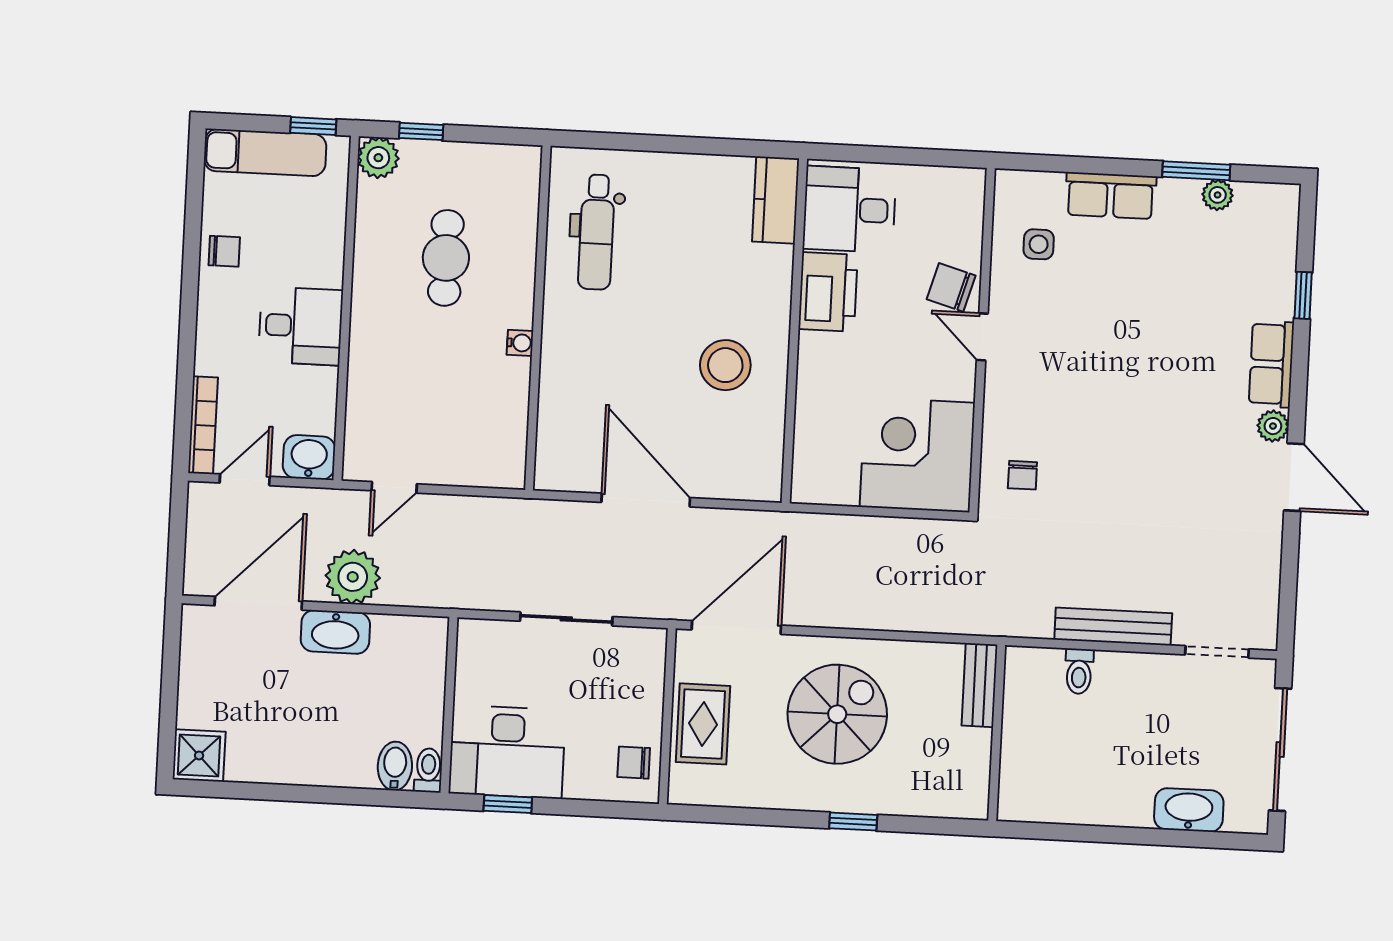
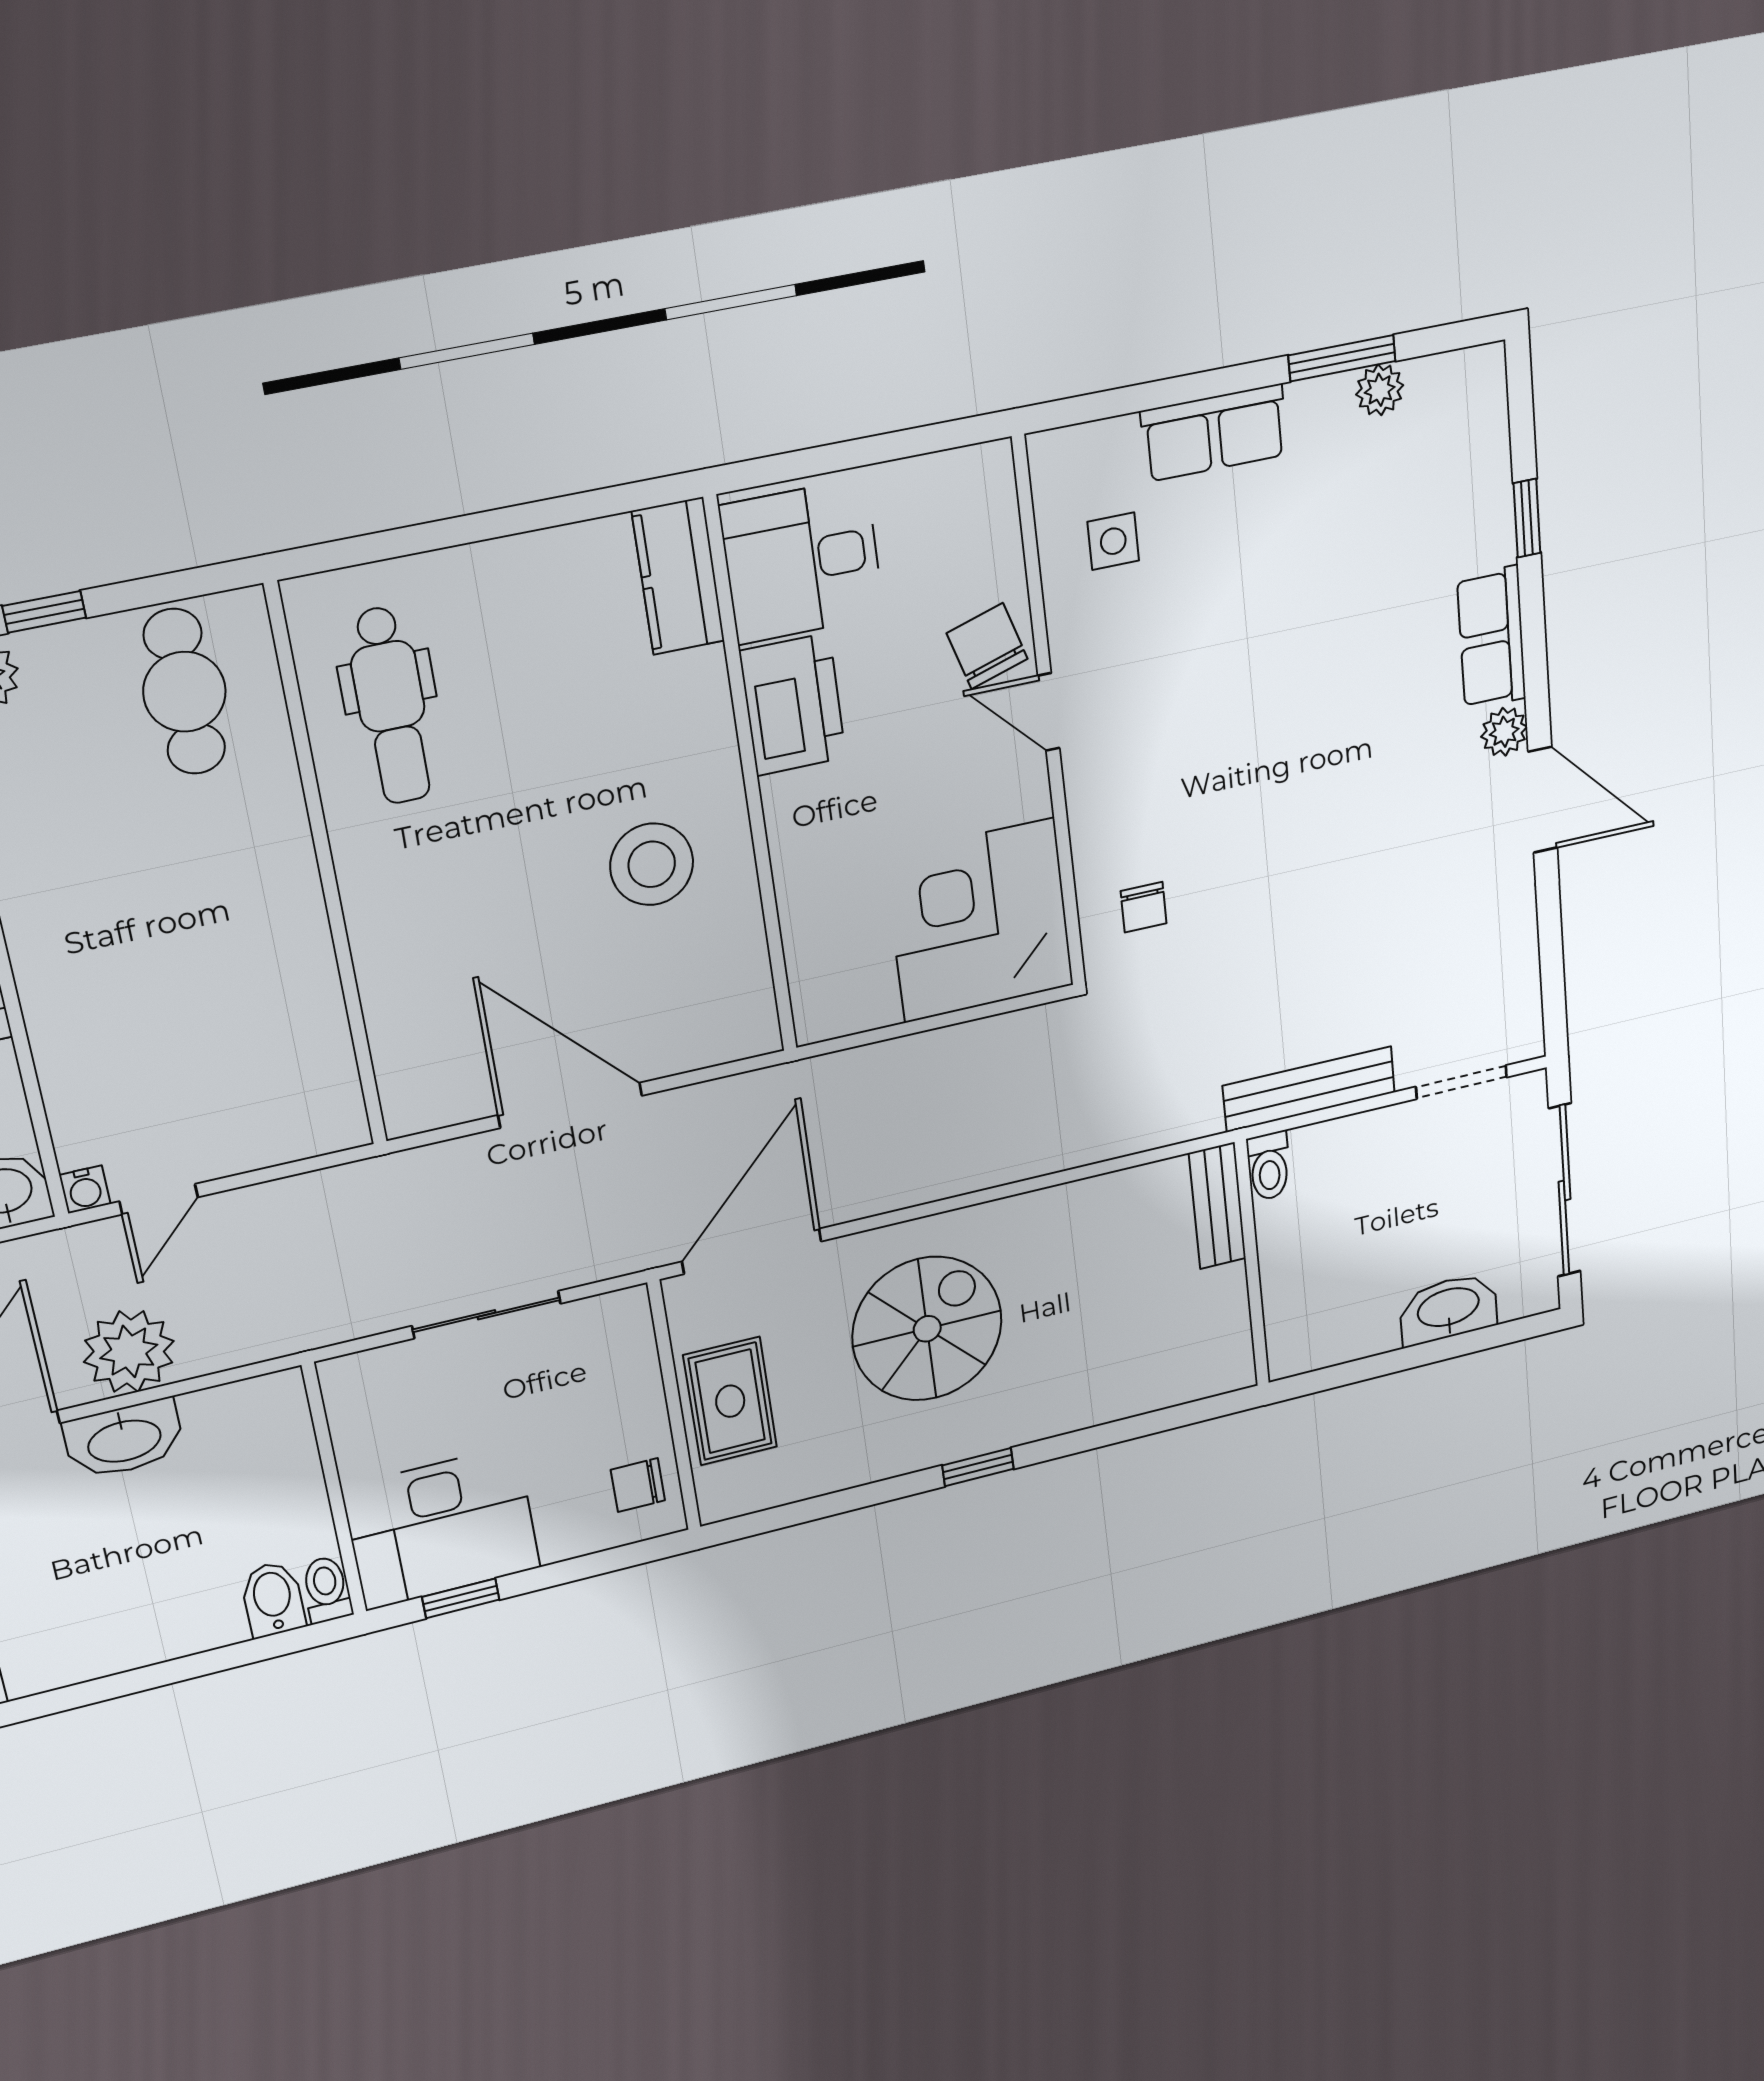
cafe table: (446, 258) -> (184, 692), moved
chair: (951, 287) -> (987, 646), turned 57
water cooler: (520, 343) -> (85, 1189), moved, turned 90
bench: (979, 685) -> (1217, 1206), moved
wall: (997, 733) -> (1252, 1264), moved

